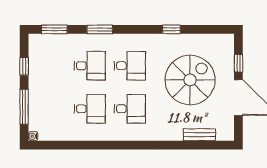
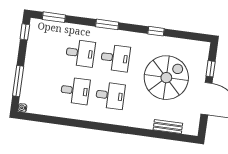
window: (100, 29) -> (107, 24), moved
window: (24, 66) -> (25, 32), moved

